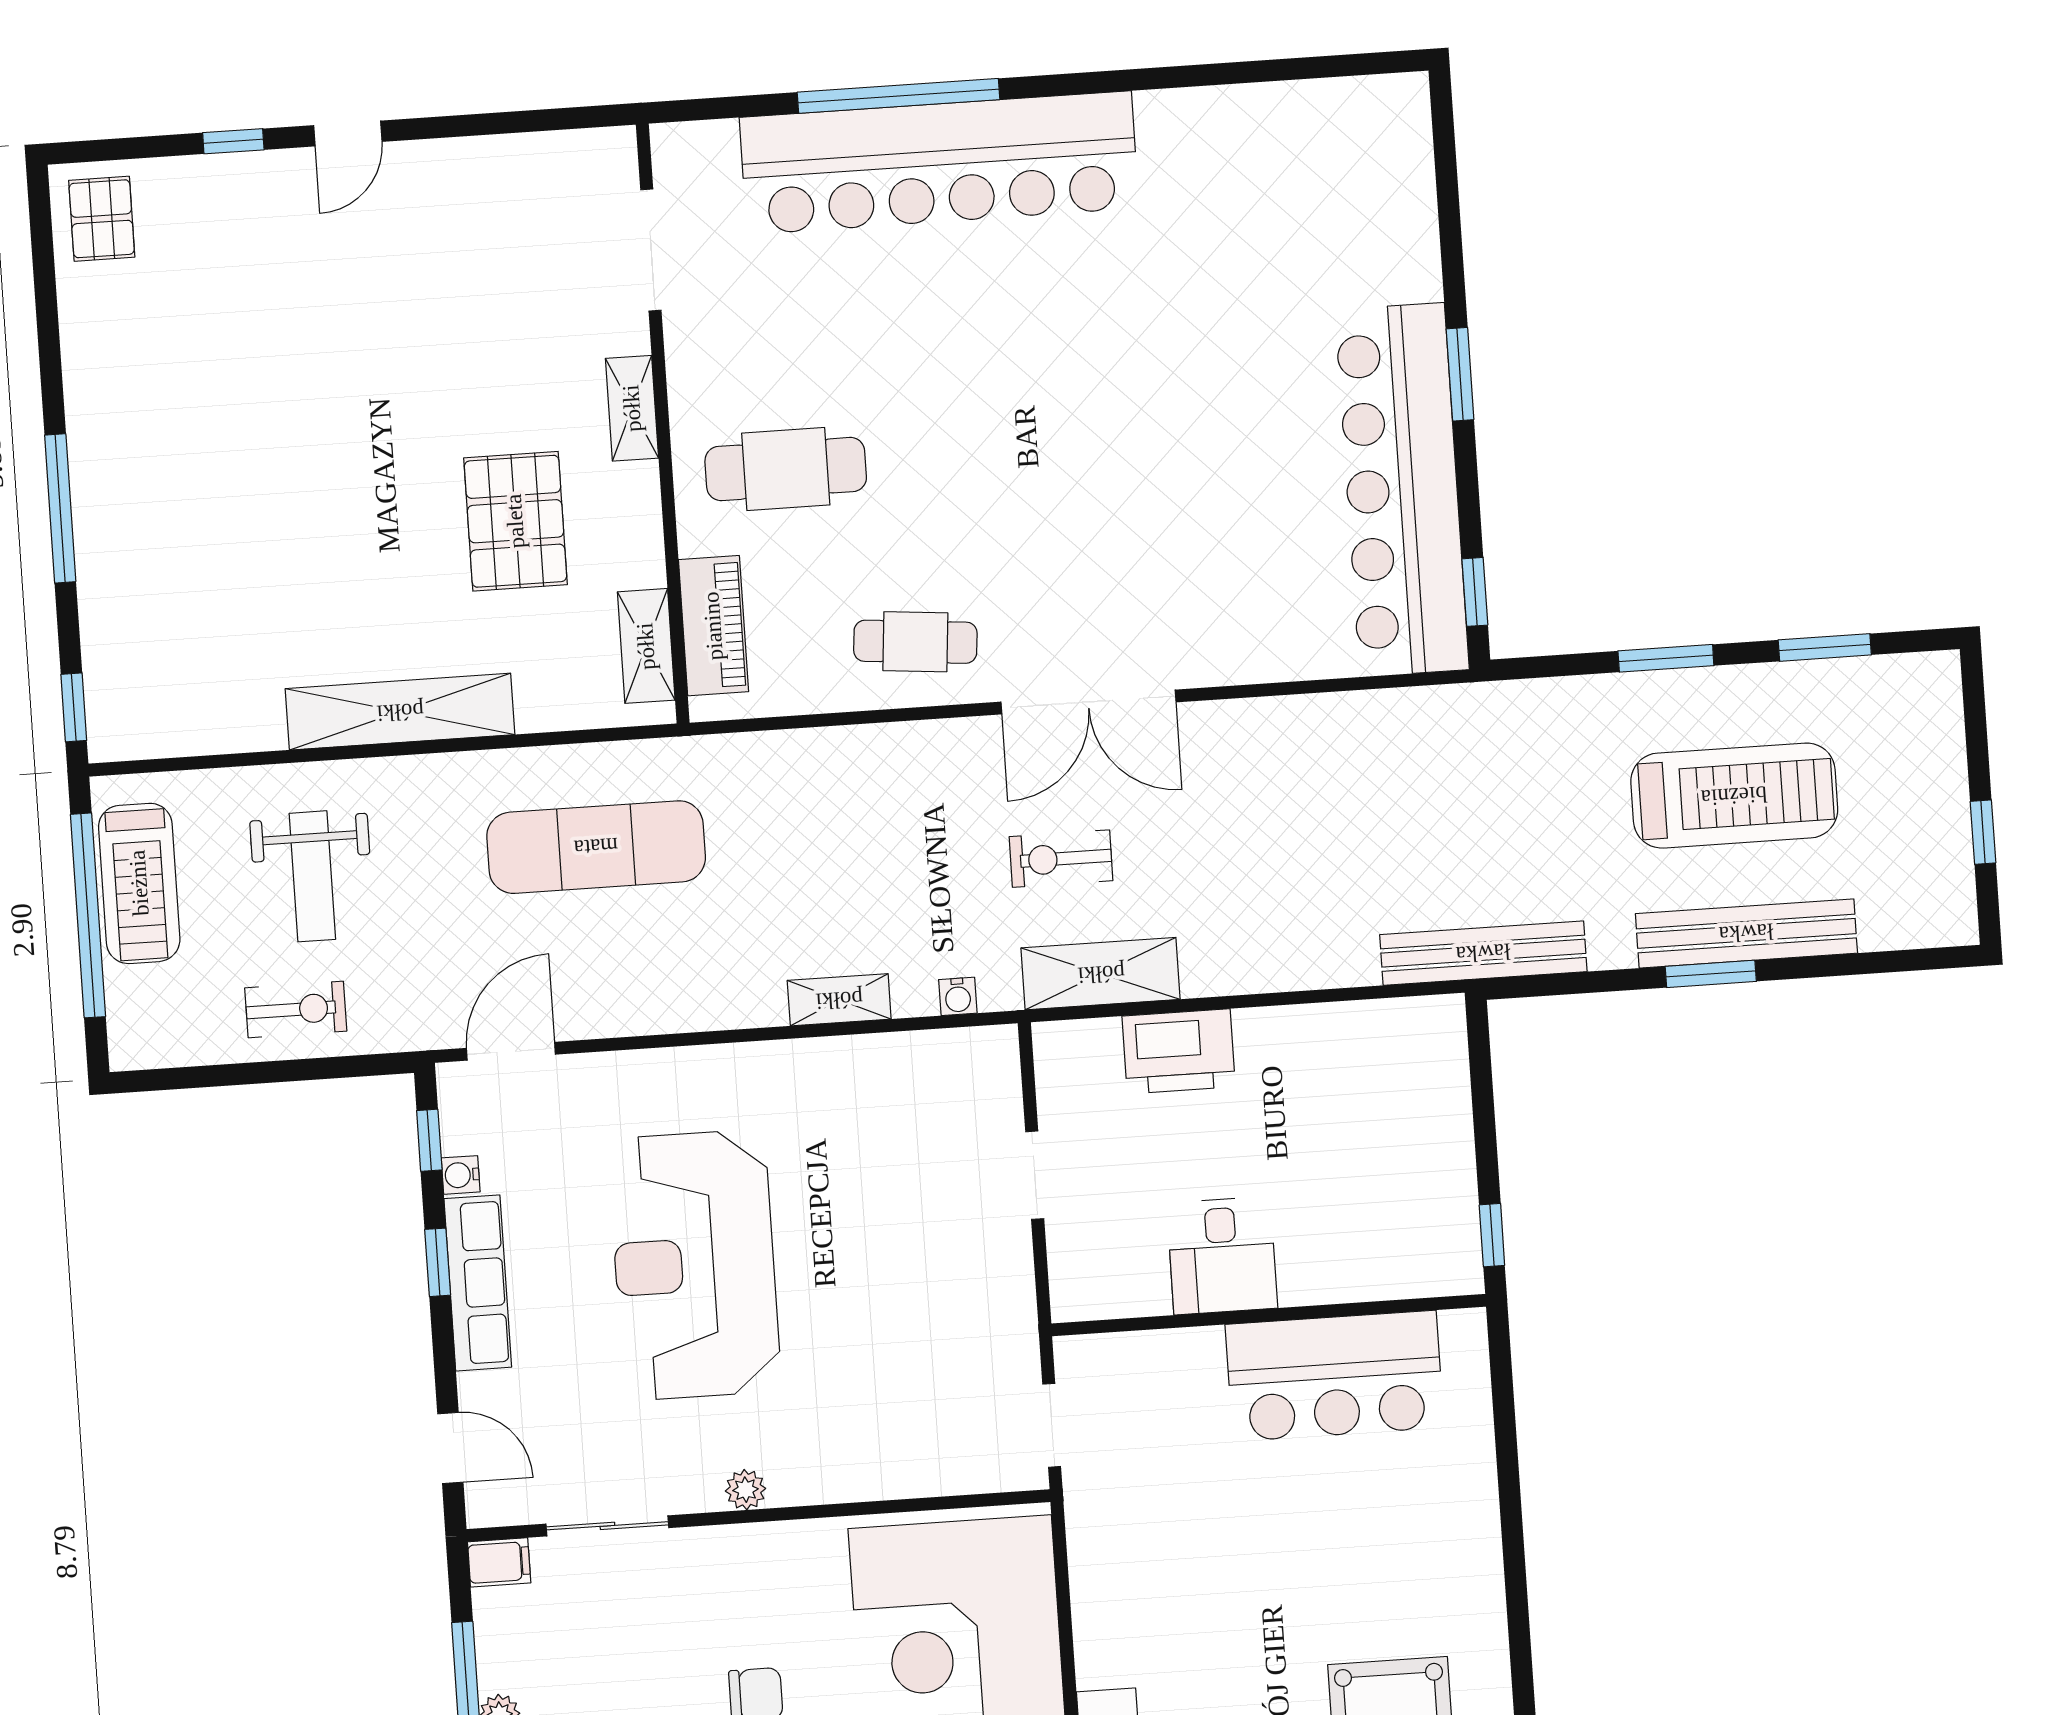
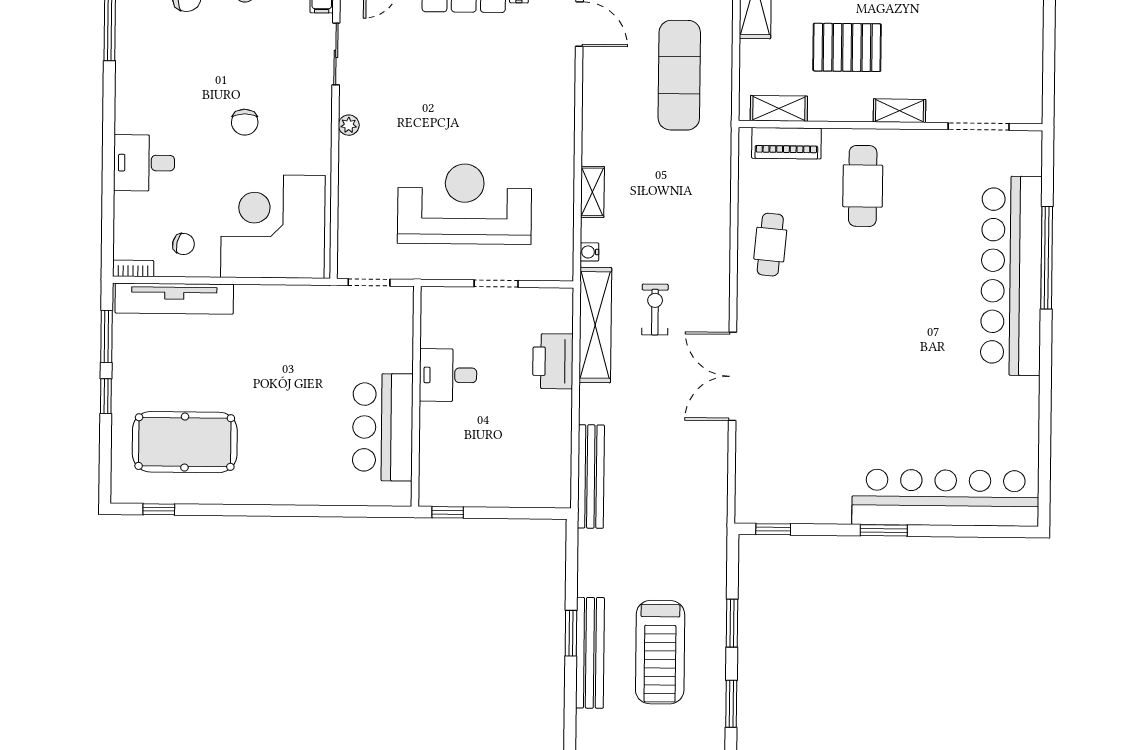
bar counter: (1402, 490) -> (945, 498), moved
double door: (1088, 702) -> (733, 376), moved
bench: (1483, 953) -> (591, 476), moved
shelving: (1101, 974) -> (595, 325), width x1.47
reception desk: (694, 1265) -> (465, 204), moved

